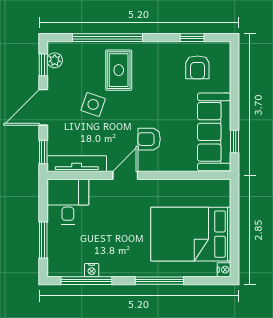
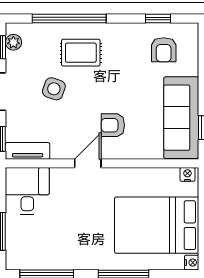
rug: (119, 70) -> (81, 53), turned 90
tv unit: (77, 164) -> (28, 151), width x0.71
nightstand: (92, 270) -> (187, 174), moved, turned 180

